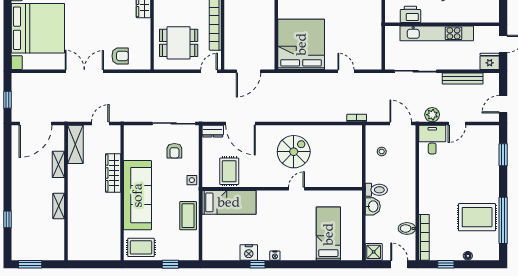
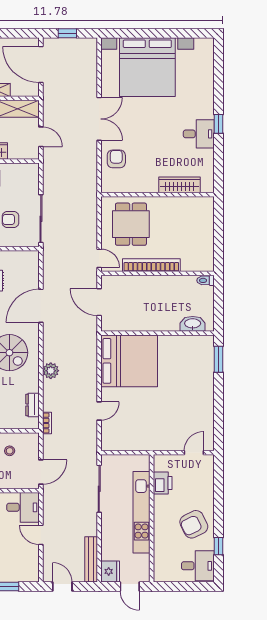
armchair: (120, 56) -> (116, 159), turned 180
bench: (463, 78) -> (91, 559), moved
plant: (432, 115) -> (51, 371), moved
door: (240, 123) -> (41, 306), moved
dresser: (213, 131) -> (32, 405), moved

